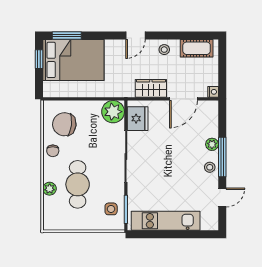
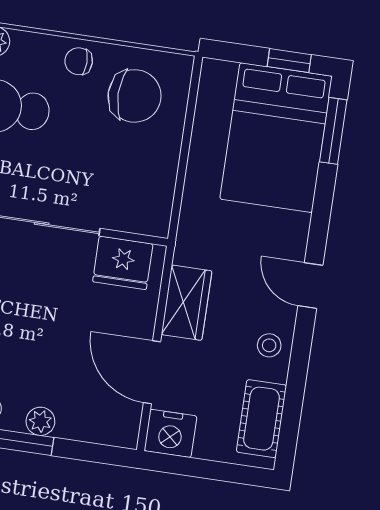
nightstand: (213, 92) -> (170, 433), width x1.89, depth x1.79
plant: (113, 112) -> (147, 210), removed
chair: (64, 124) -> (135, 96), turned 83

